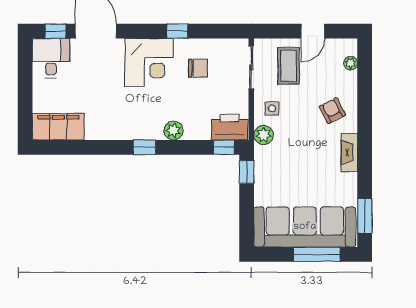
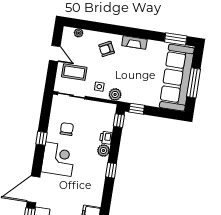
printer: (230, 127) -> (106, 138), moved, width x0.53, depth x0.68
window: (317, 254) -> (194, 83), moved

